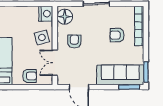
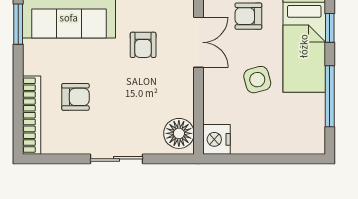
side table: (42, 37) -> (257, 80), moved
armchair: (74, 41) -> (143, 45), moved

